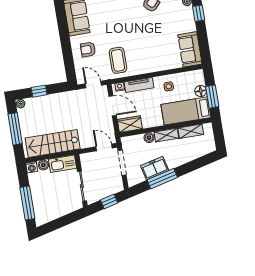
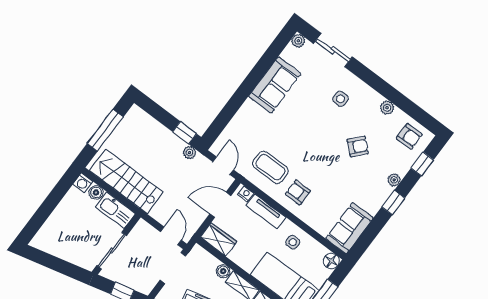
armchair: (88, 50) -> (298, 192), moved
coffee table: (118, 60) -> (270, 167), turned 90
window: (39, 91) -> (185, 133), moved
floor lamp: (201, 91) -> (331, 261), moved
plant: (21, 104) -> (190, 153), moved
door: (113, 106) -> (220, 205), swing flipped
window: (27, 203) -> (43, 213), removed

